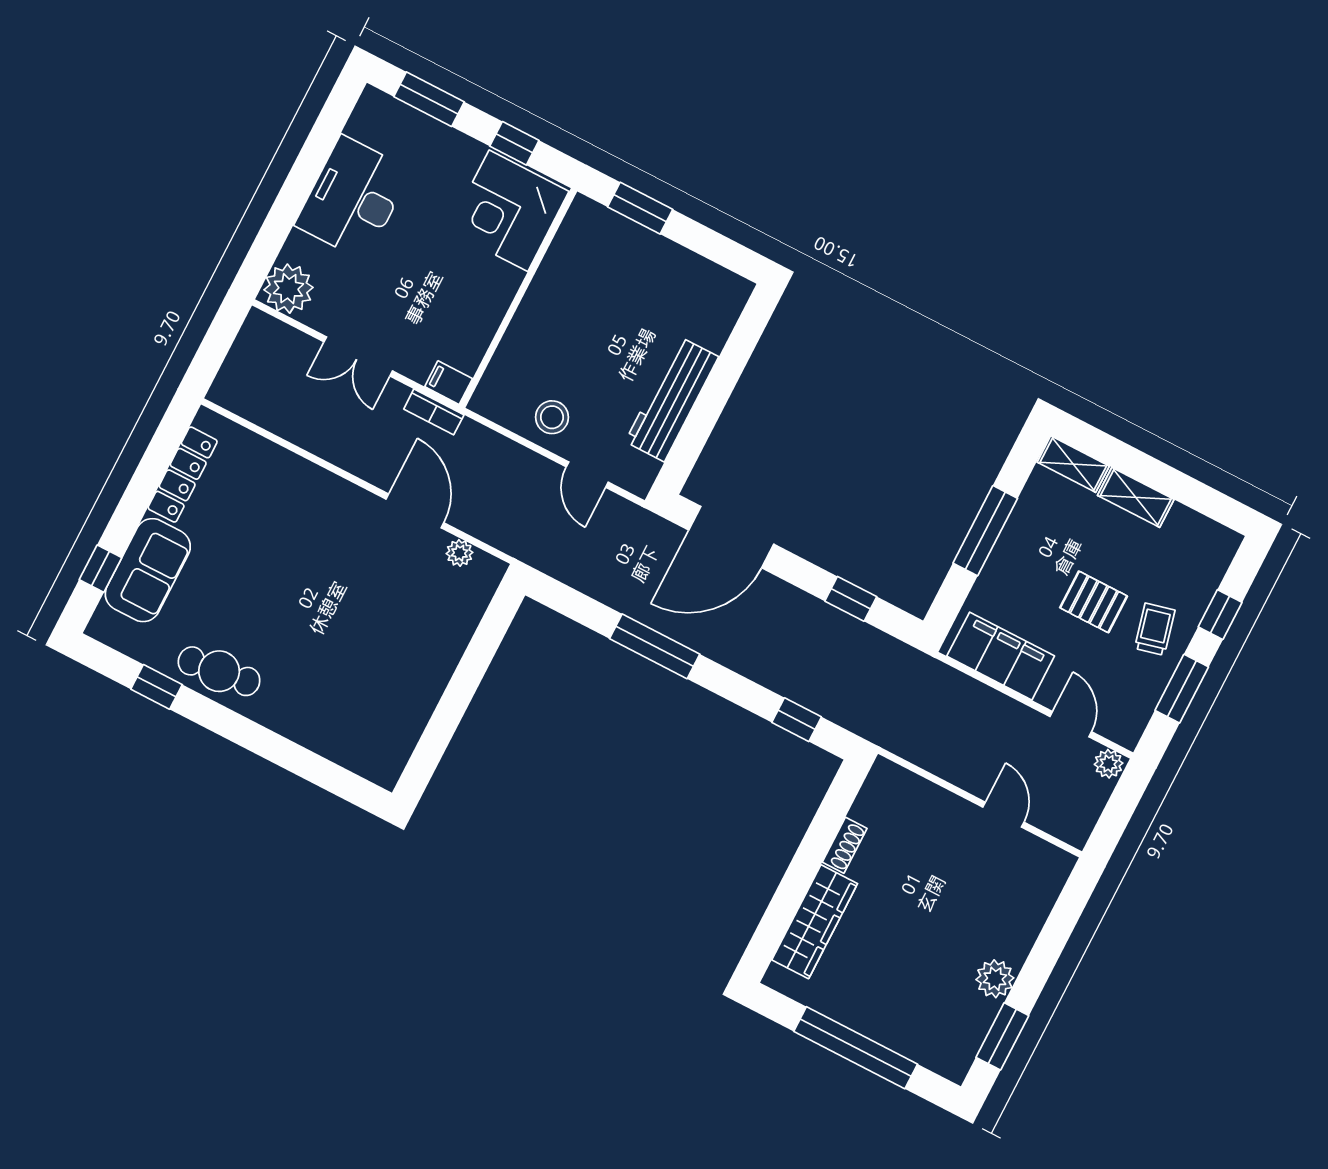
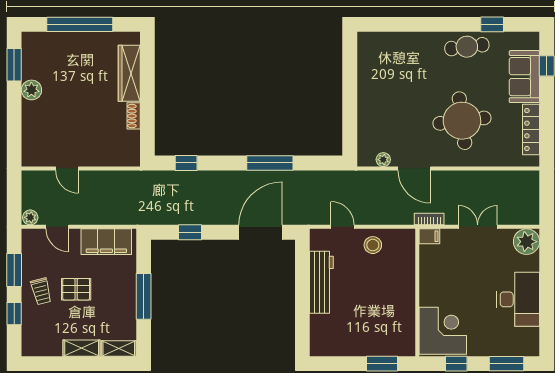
round table: (292, 550) -> (462, 121), added

